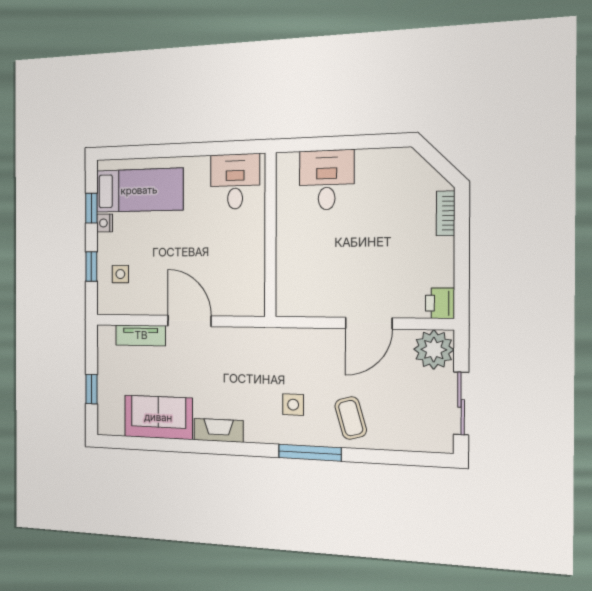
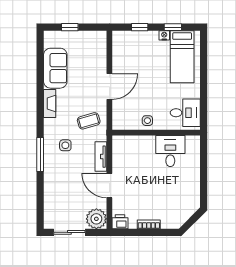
desk: (327, 180) -> (170, 151), moved, turned -90
bookcase: (446, 213) -> (149, 224), moved
side table: (120, 274) -> (147, 121), moved
tv unit: (141, 335) -> (101, 157), moved
coffee table: (351, 418) -> (89, 121), moved

